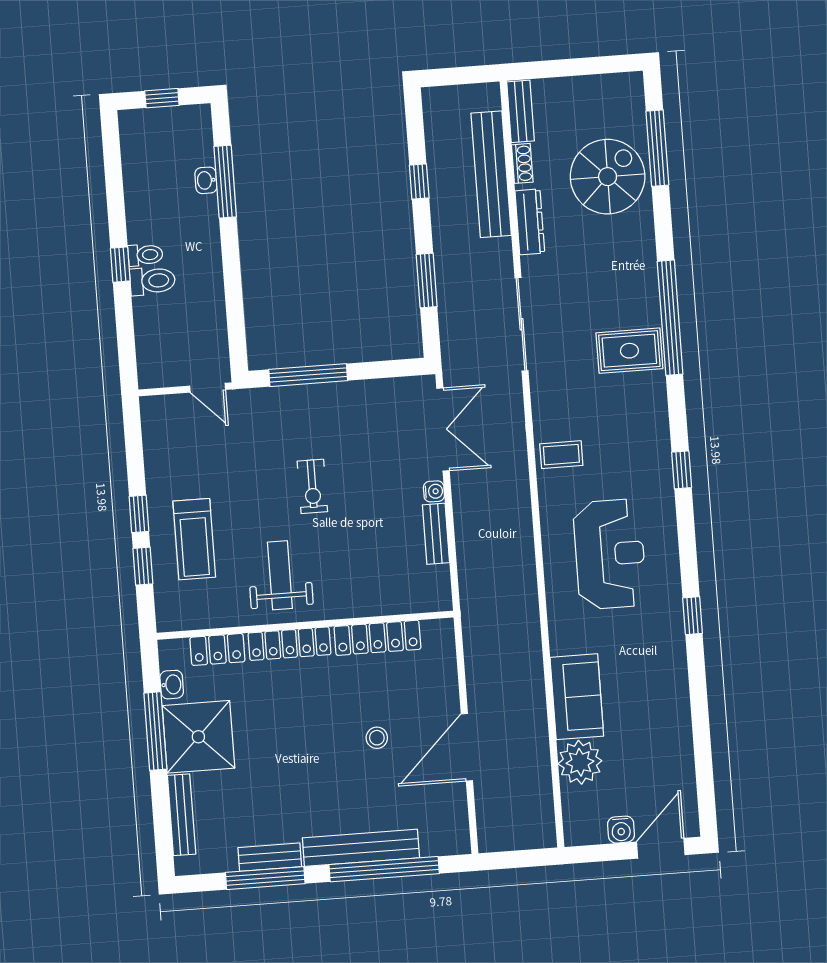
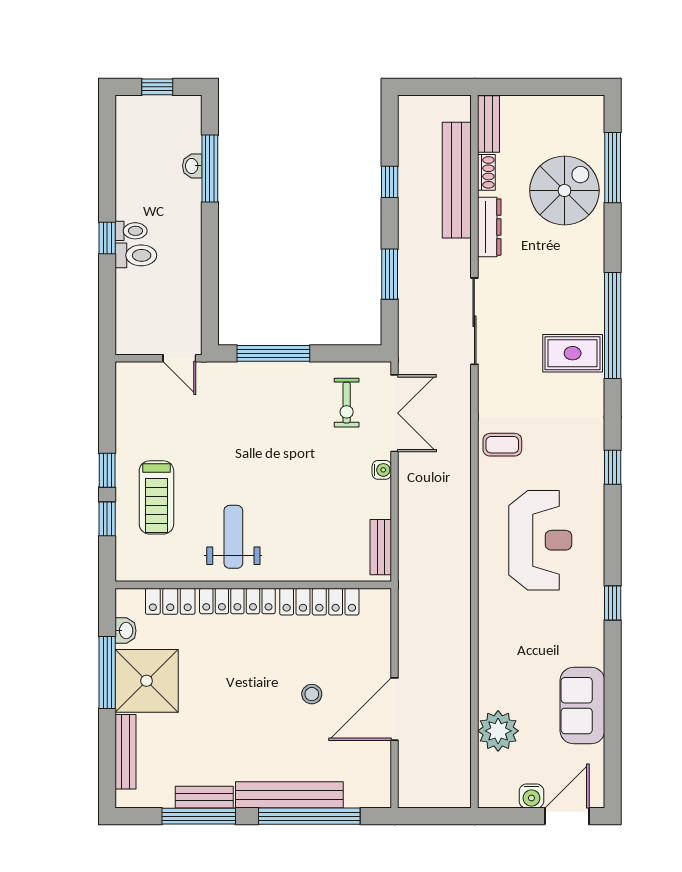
exercise bike: (312, 486) -> (347, 403), moved
bench: (436, 534) -> (381, 547), moved
sofa: (577, 697) -> (582, 706), moved, turned 180

